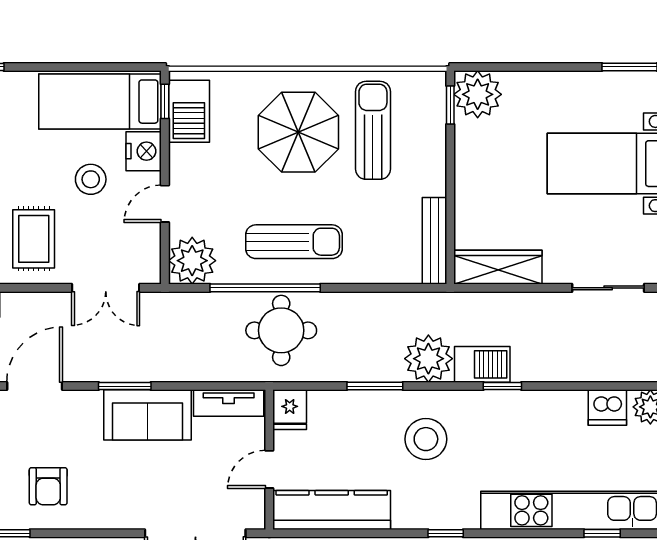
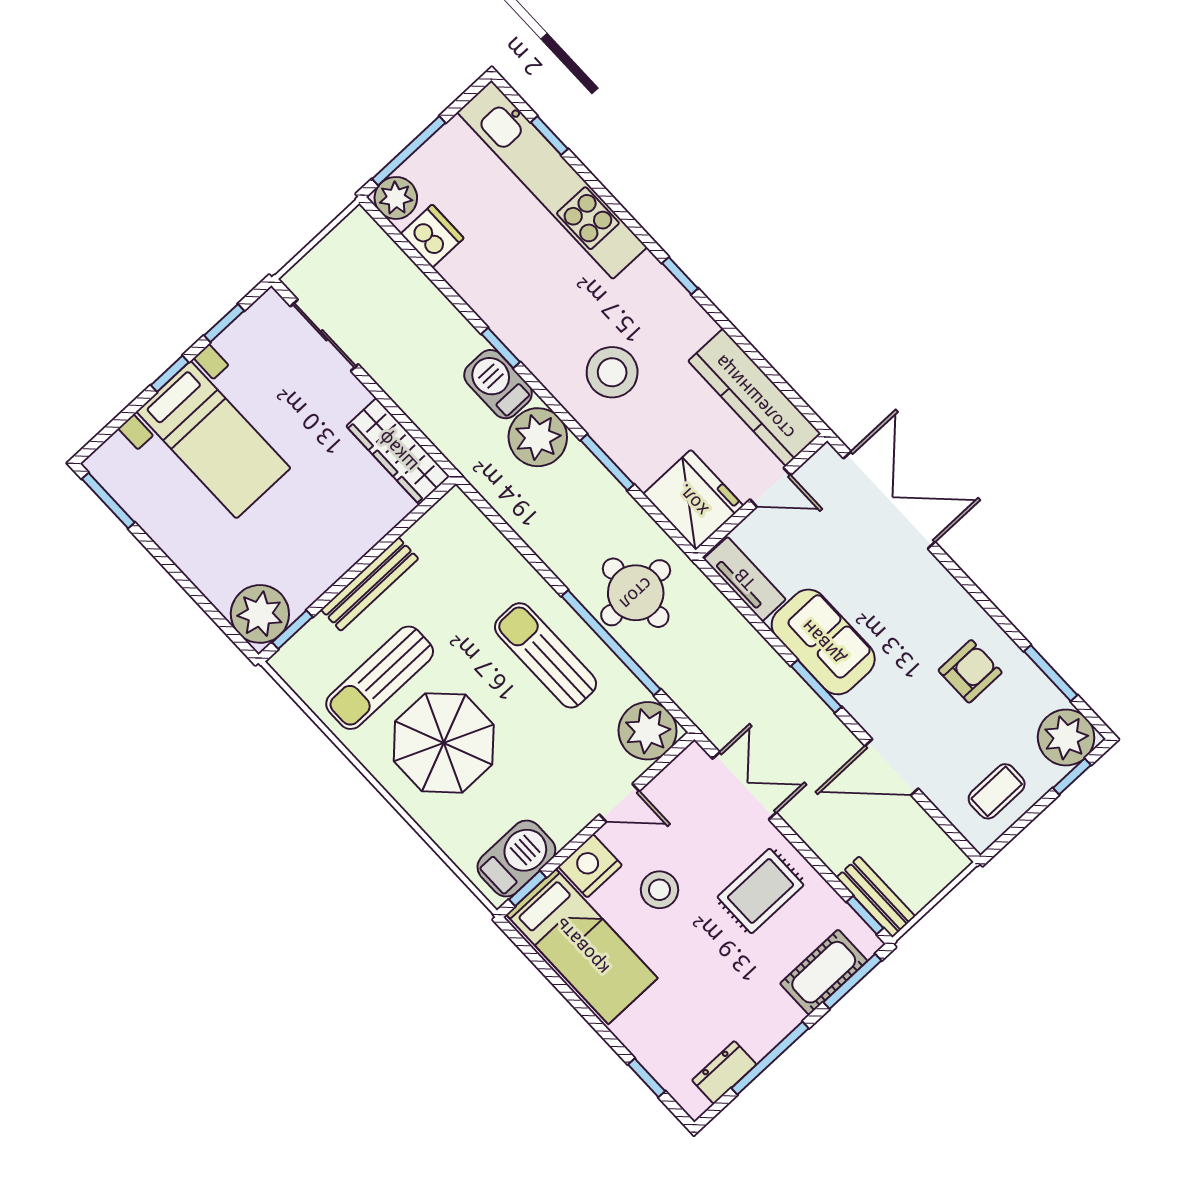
bench: (434, 241) -> (370, 584), moved
fridge: (290, 410) -> (693, 500), width x1.88, depth x1.34

